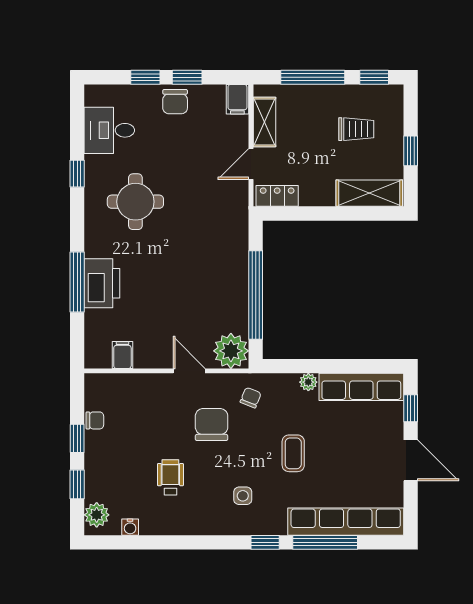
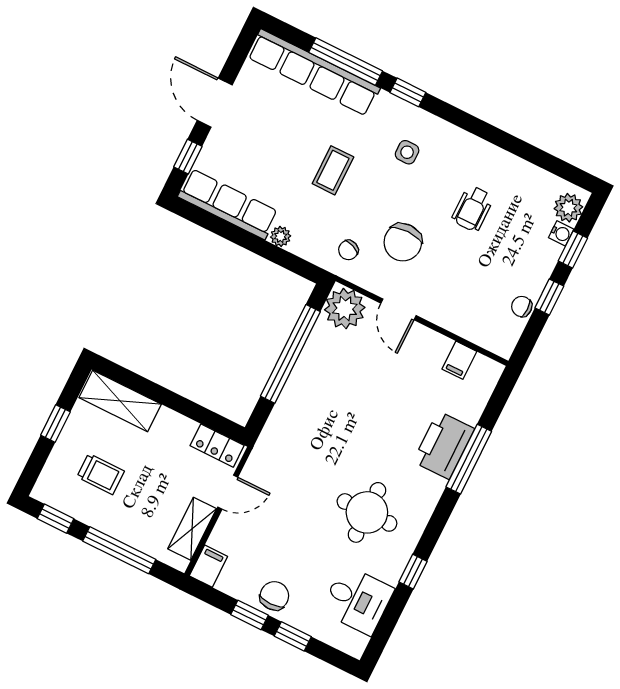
trolley: (356, 129) -> (101, 474), turned 180
water cooler: (130, 527) -> (561, 233), moved, turned 90

